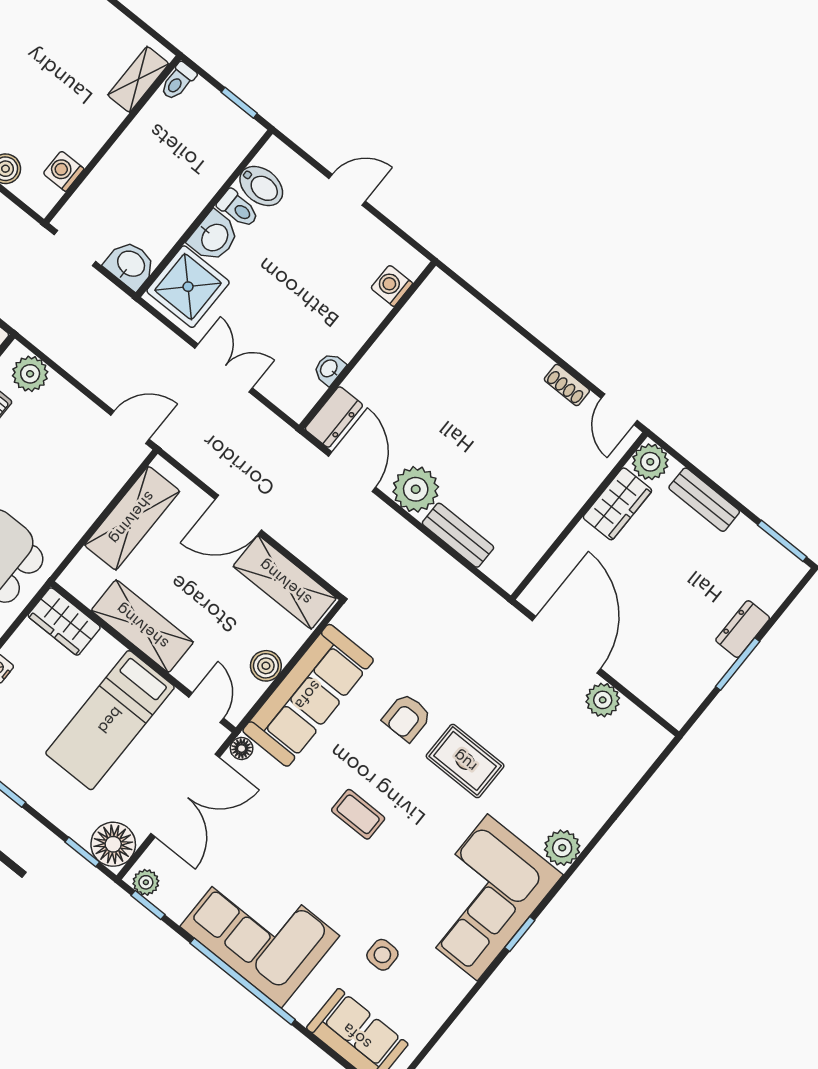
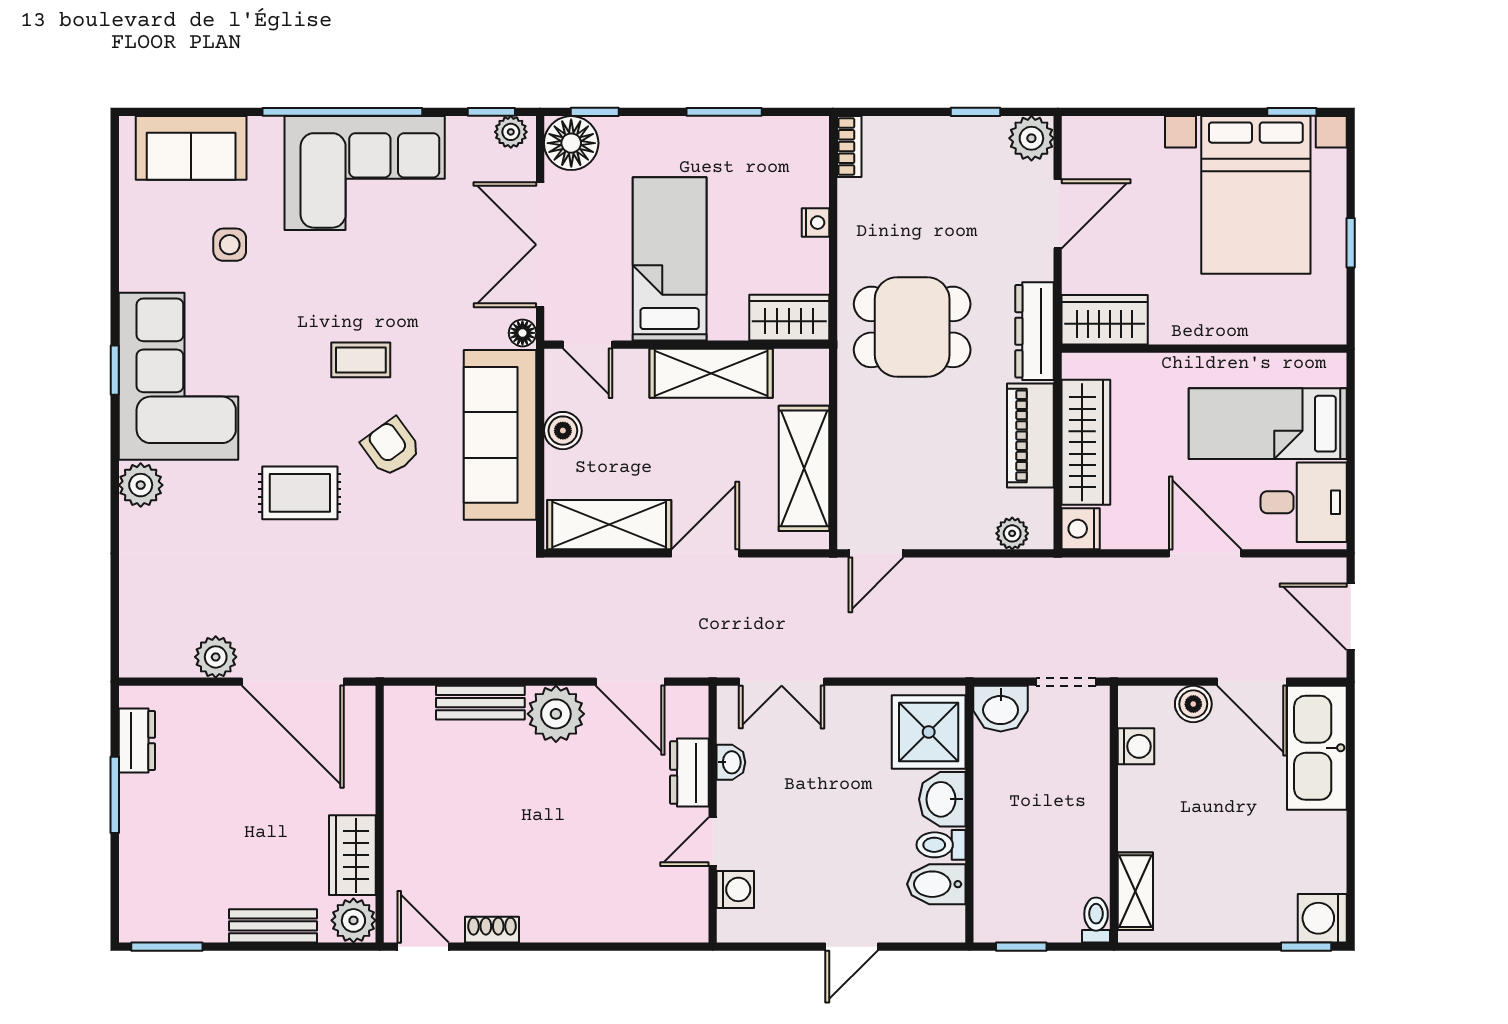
door: (382, 328) -> (713, 842), added
double door: (224, 368) -> (782, 682), moved
plant: (30, 374) -> (1012, 533), width x0.73, depth x0.73
dresser: (334, 417) -> (689, 773), moved
dresser: (743, 629) -> (137, 741), moved
armchair: (407, 717) -> (391, 447), moved, turned -36

